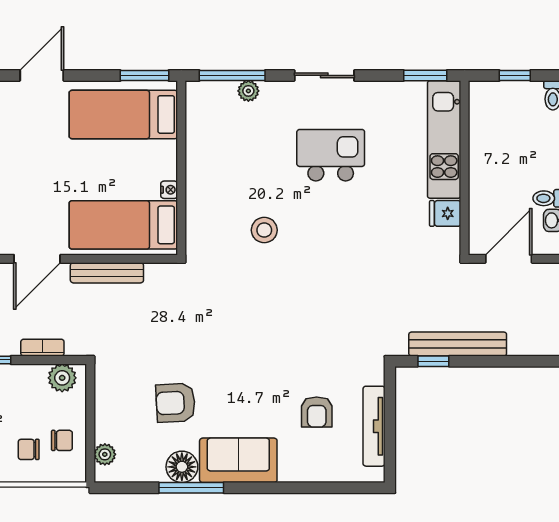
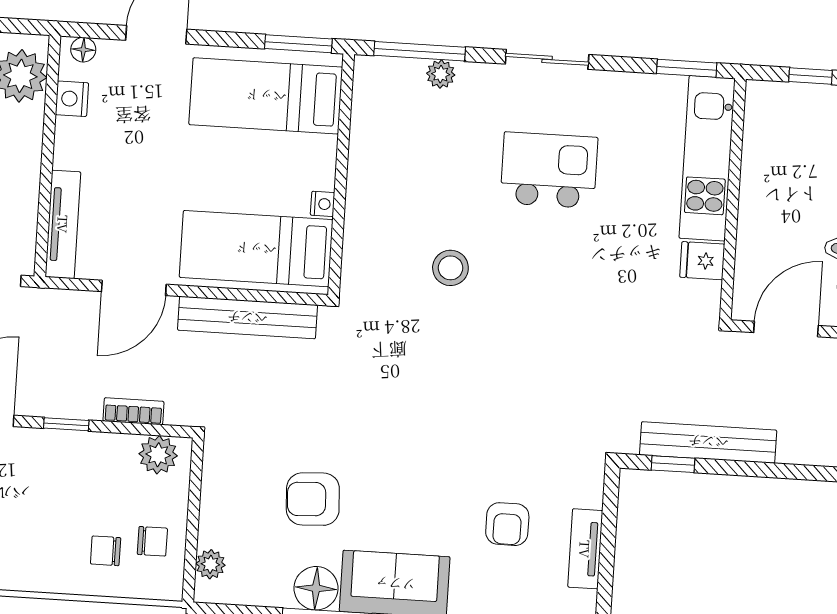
bench: (107, 273) -> (247, 318), width x1.37, depth x1.21
tv unit: (374, 426) -> (585, 549), width x0.71

